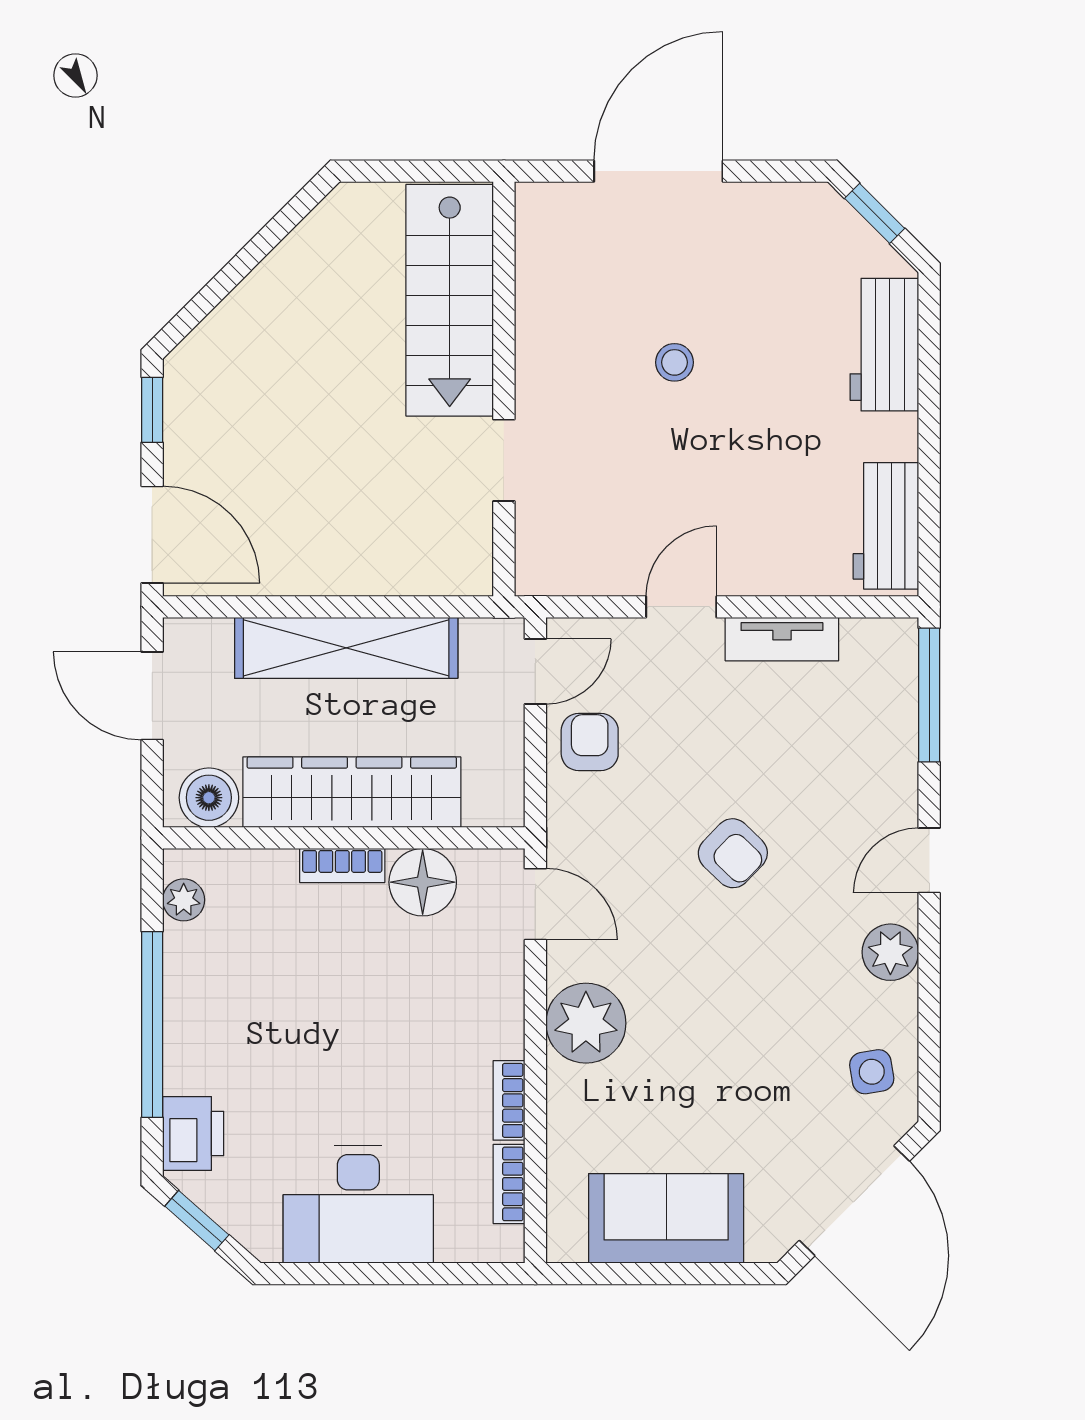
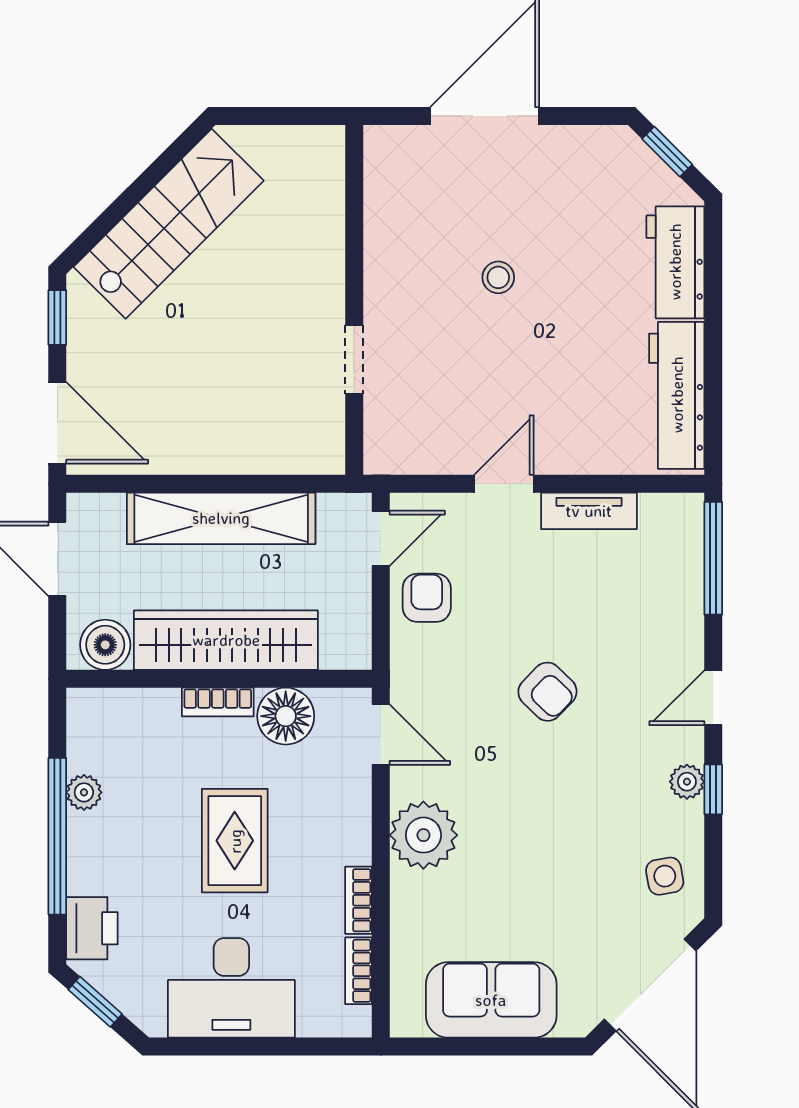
stairs: (450, 300) -> (169, 224), moved, turned -135
workbench: (886, 526) -> (677, 395), width x1.38
plant: (184, 900) -> (84, 792), moved
plant: (890, 952) -> (687, 782), width x0.73, depth x0.73
window: (929, 969) -> (713, 789), added
rug: (362, 1030) -> (235, 841), added

